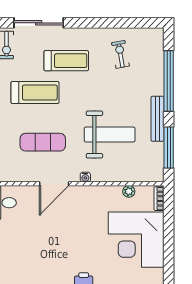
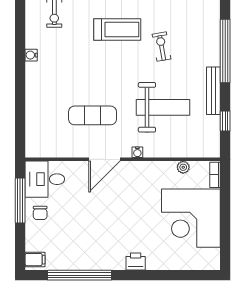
exercise bike: (120, 54) -> (162, 47), moved
treadmill: (35, 93) -> (84, 63), removed
window: (169, 147) -> (225, 121), width x0.46

